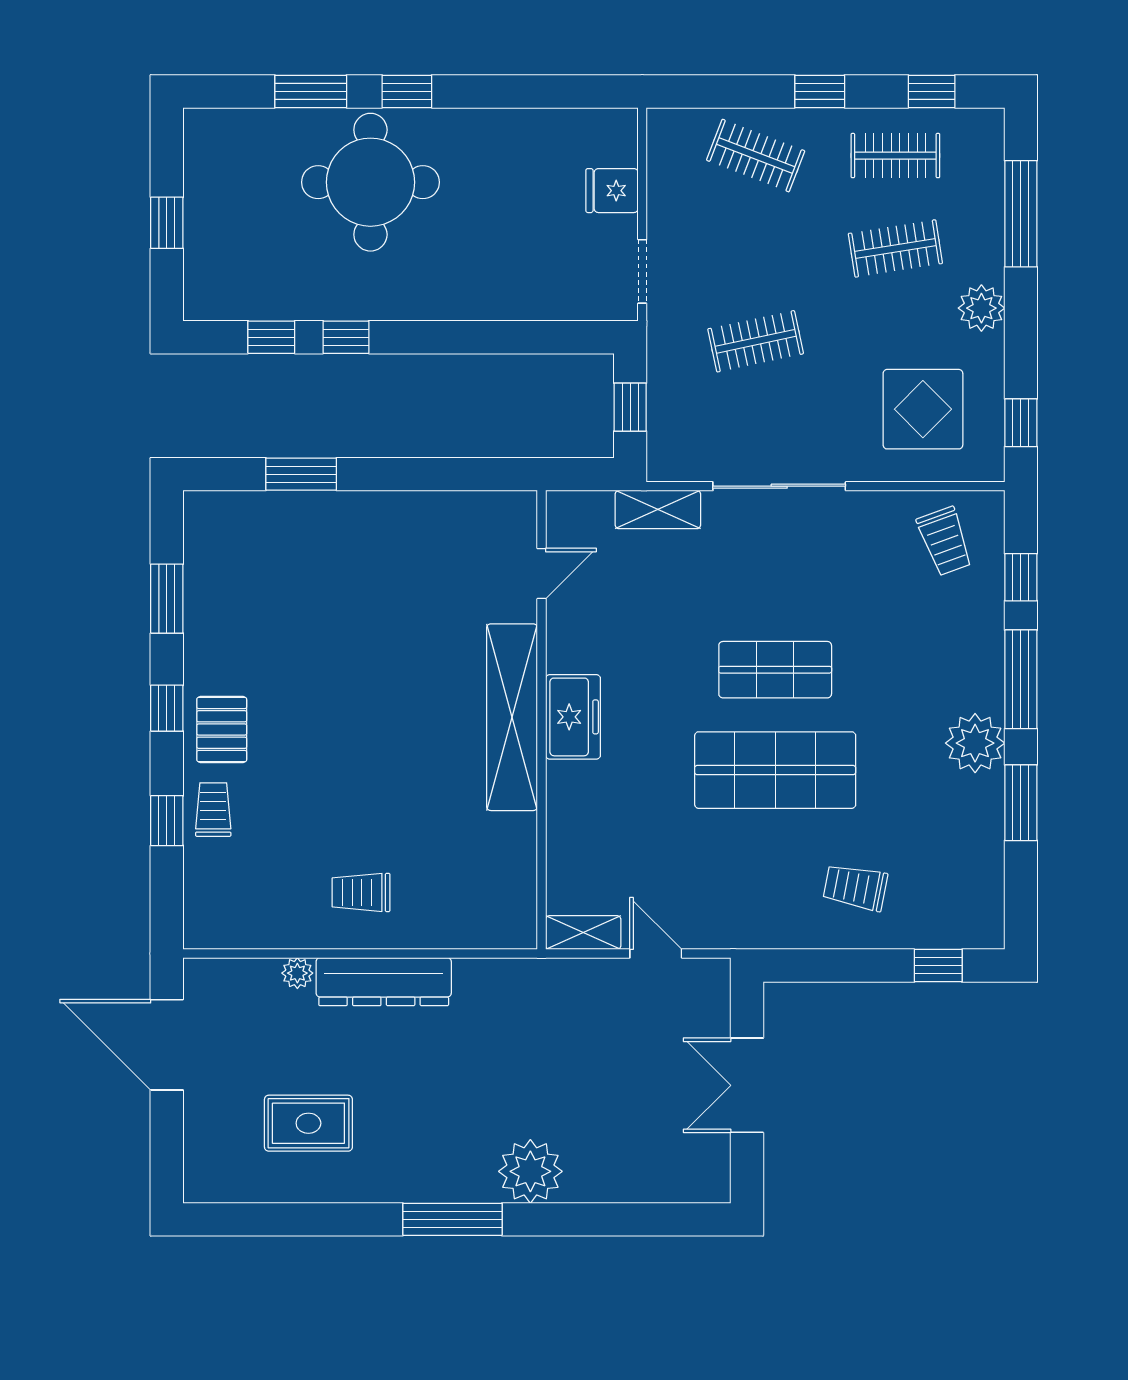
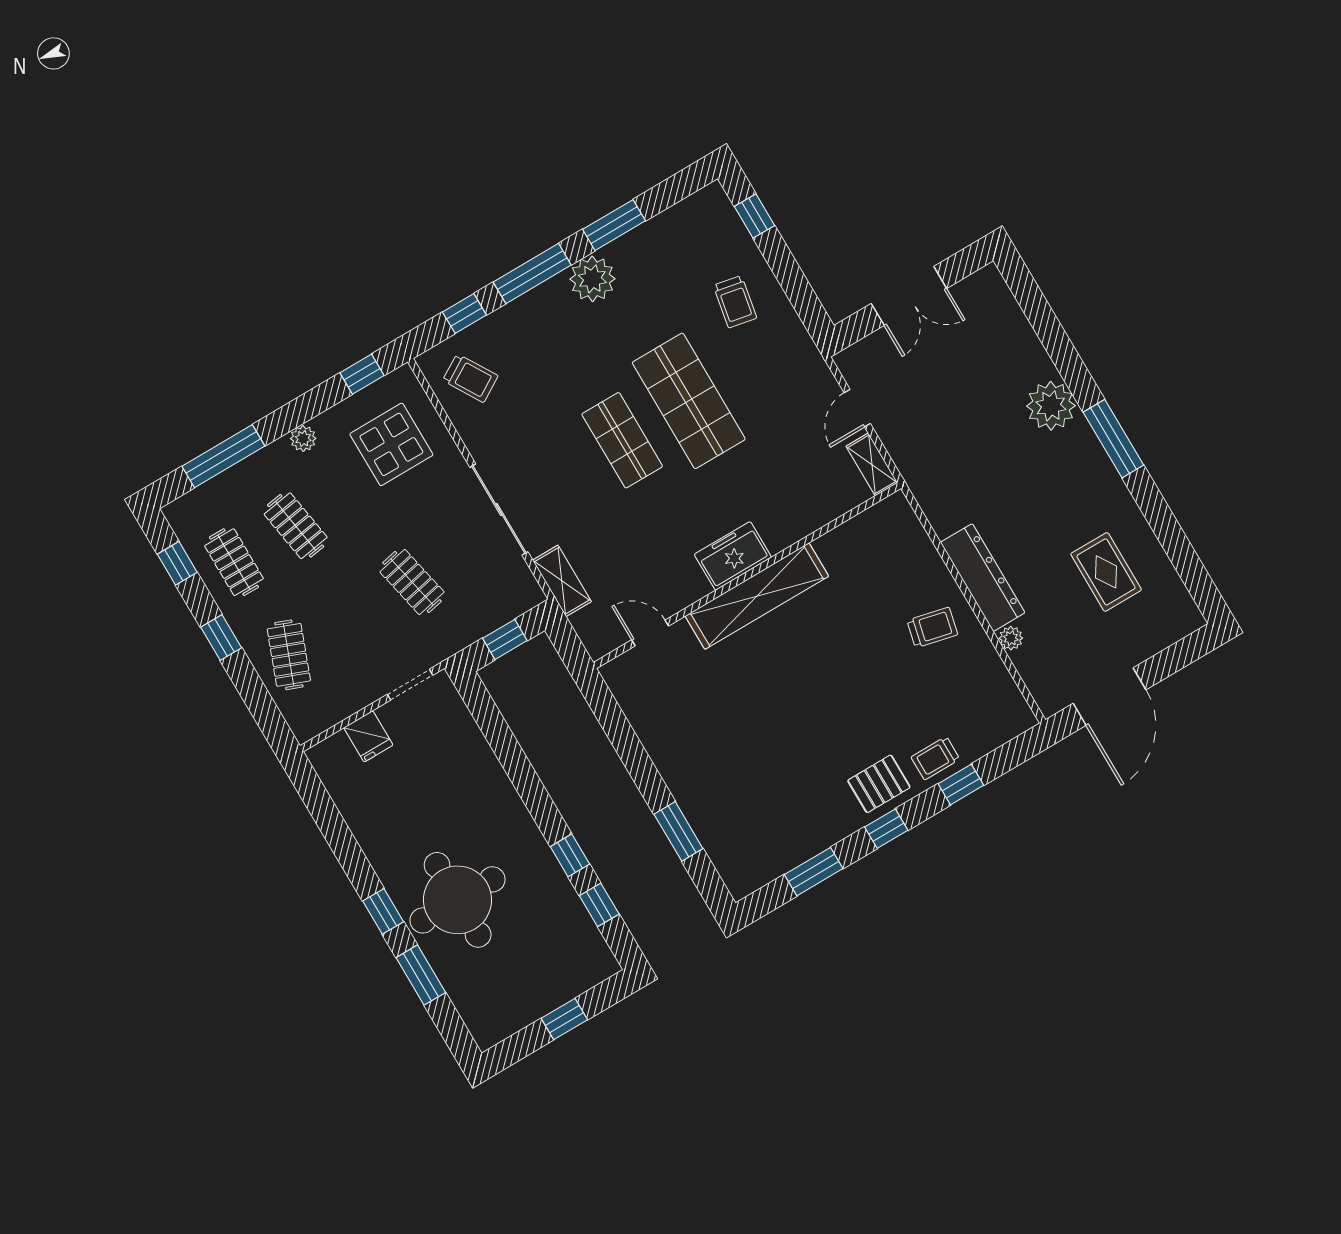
plant: (981, 308) -> (303, 439), width x0.73, depth x0.73
trolley: (945, 541) -> (470, 378), turned 79
trolley: (361, 892) -> (932, 628), turned -77

